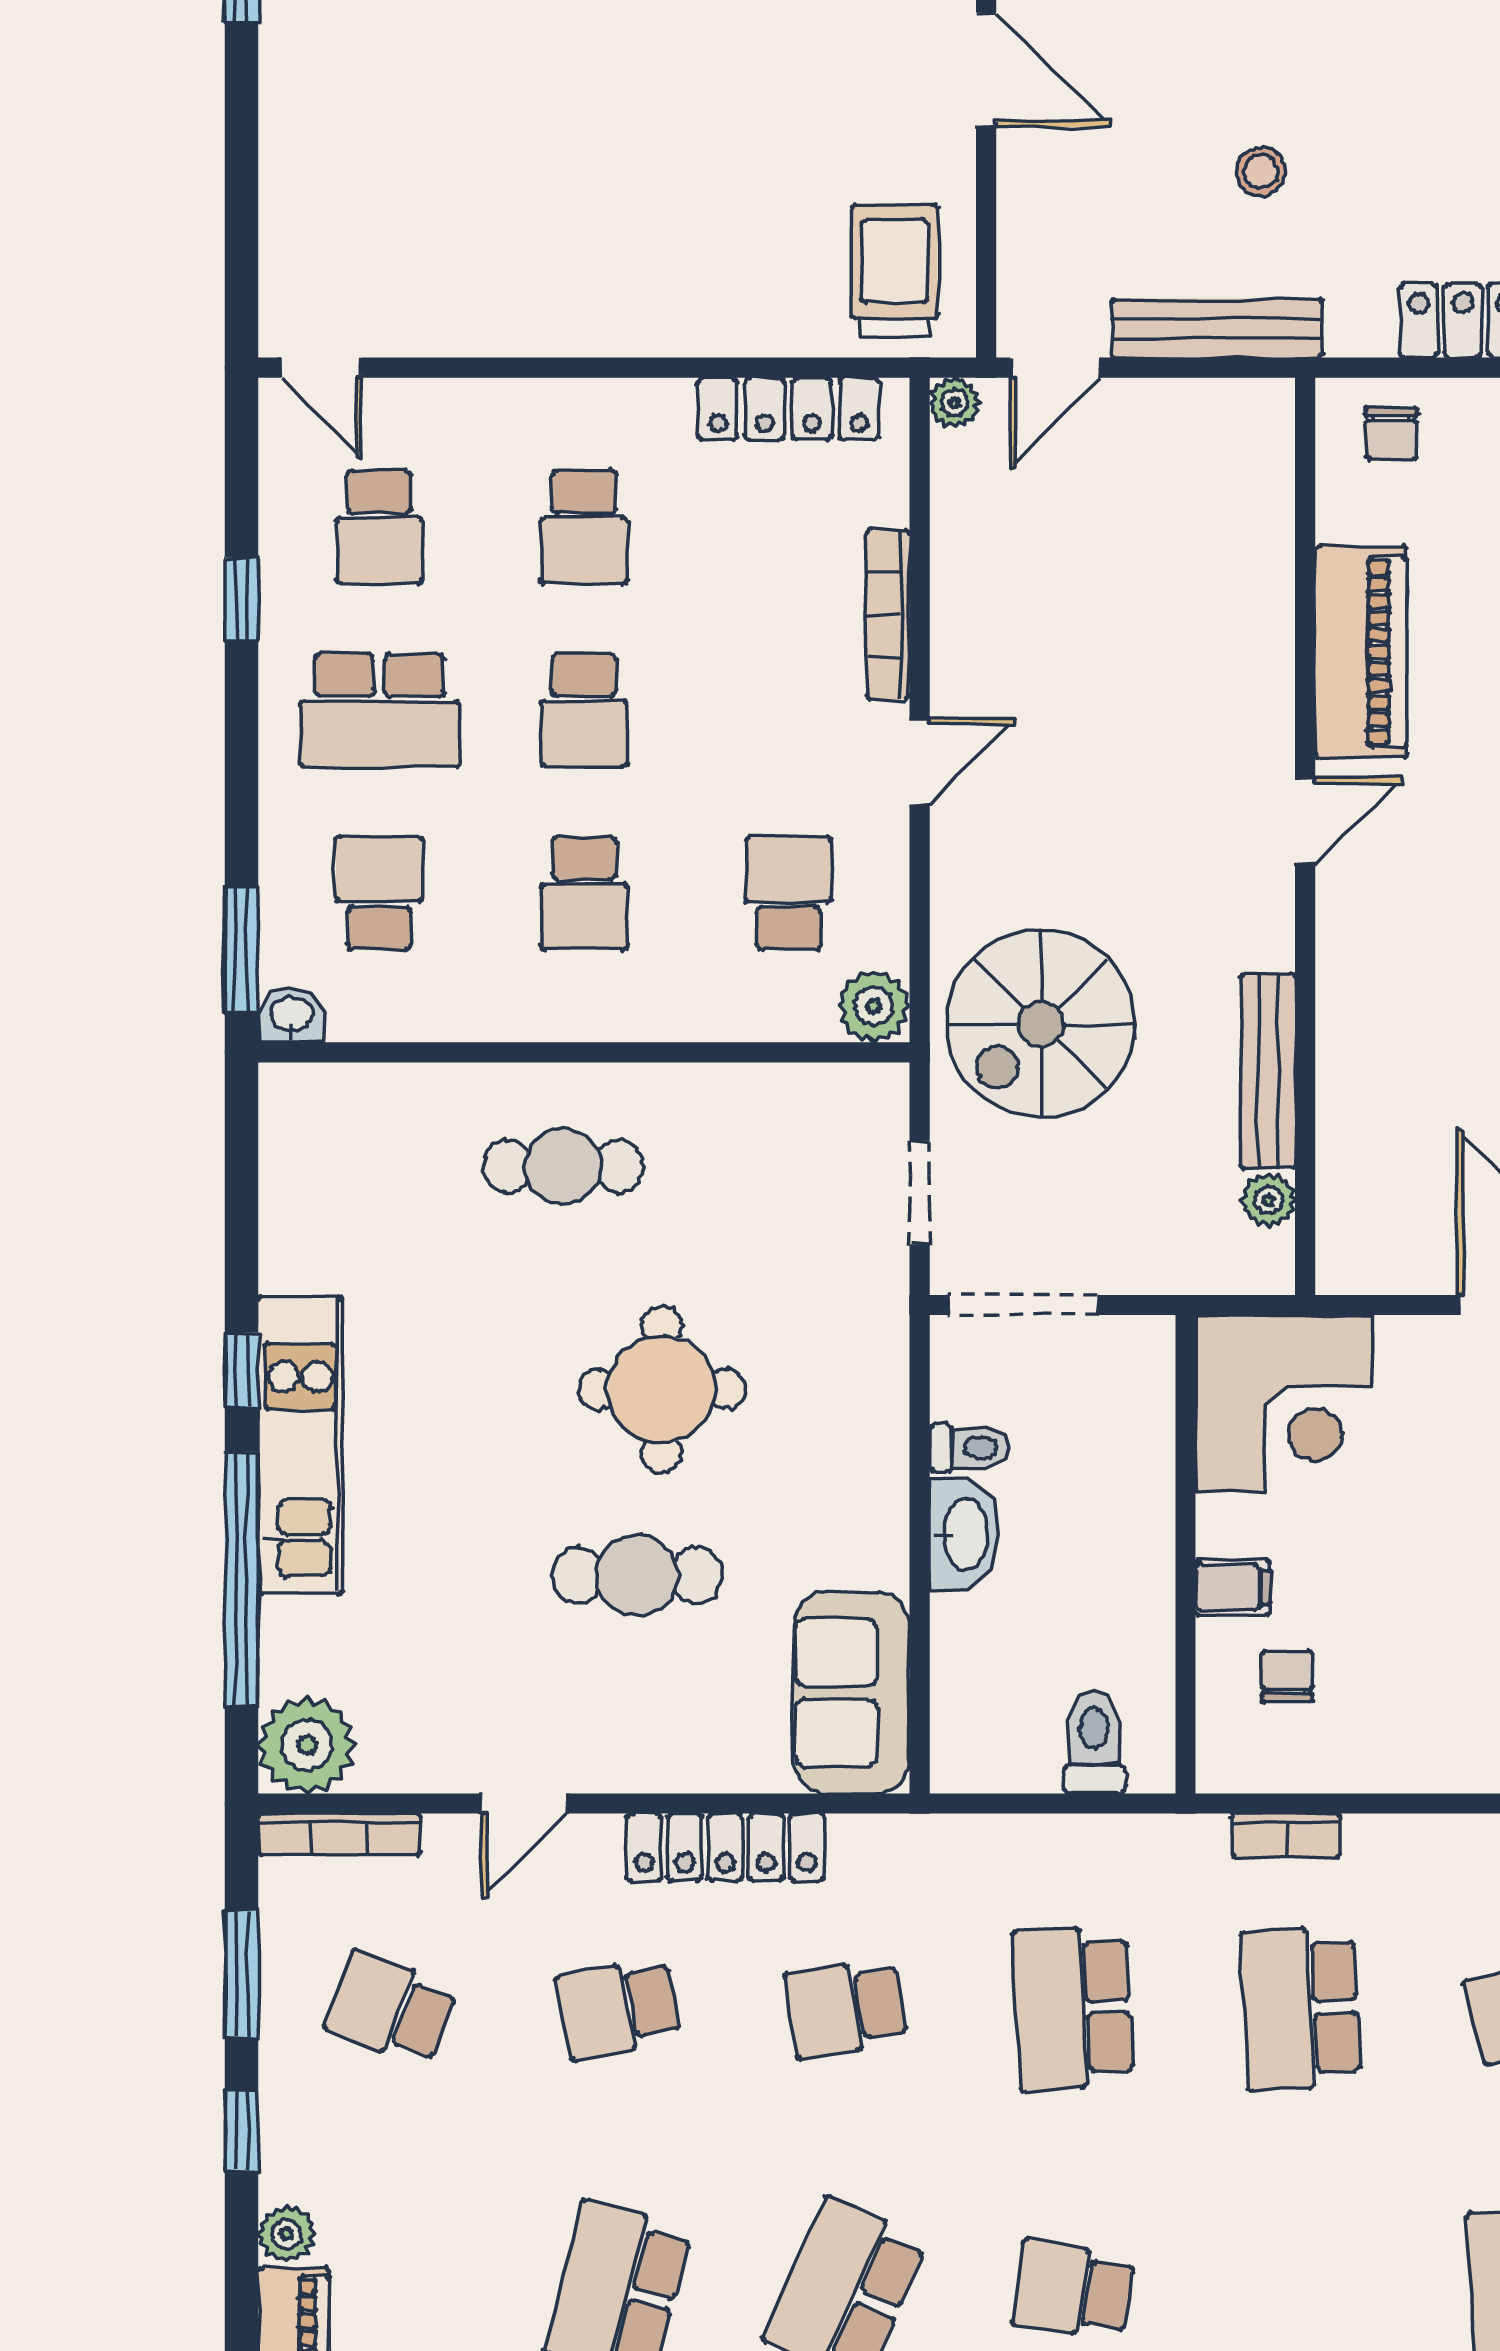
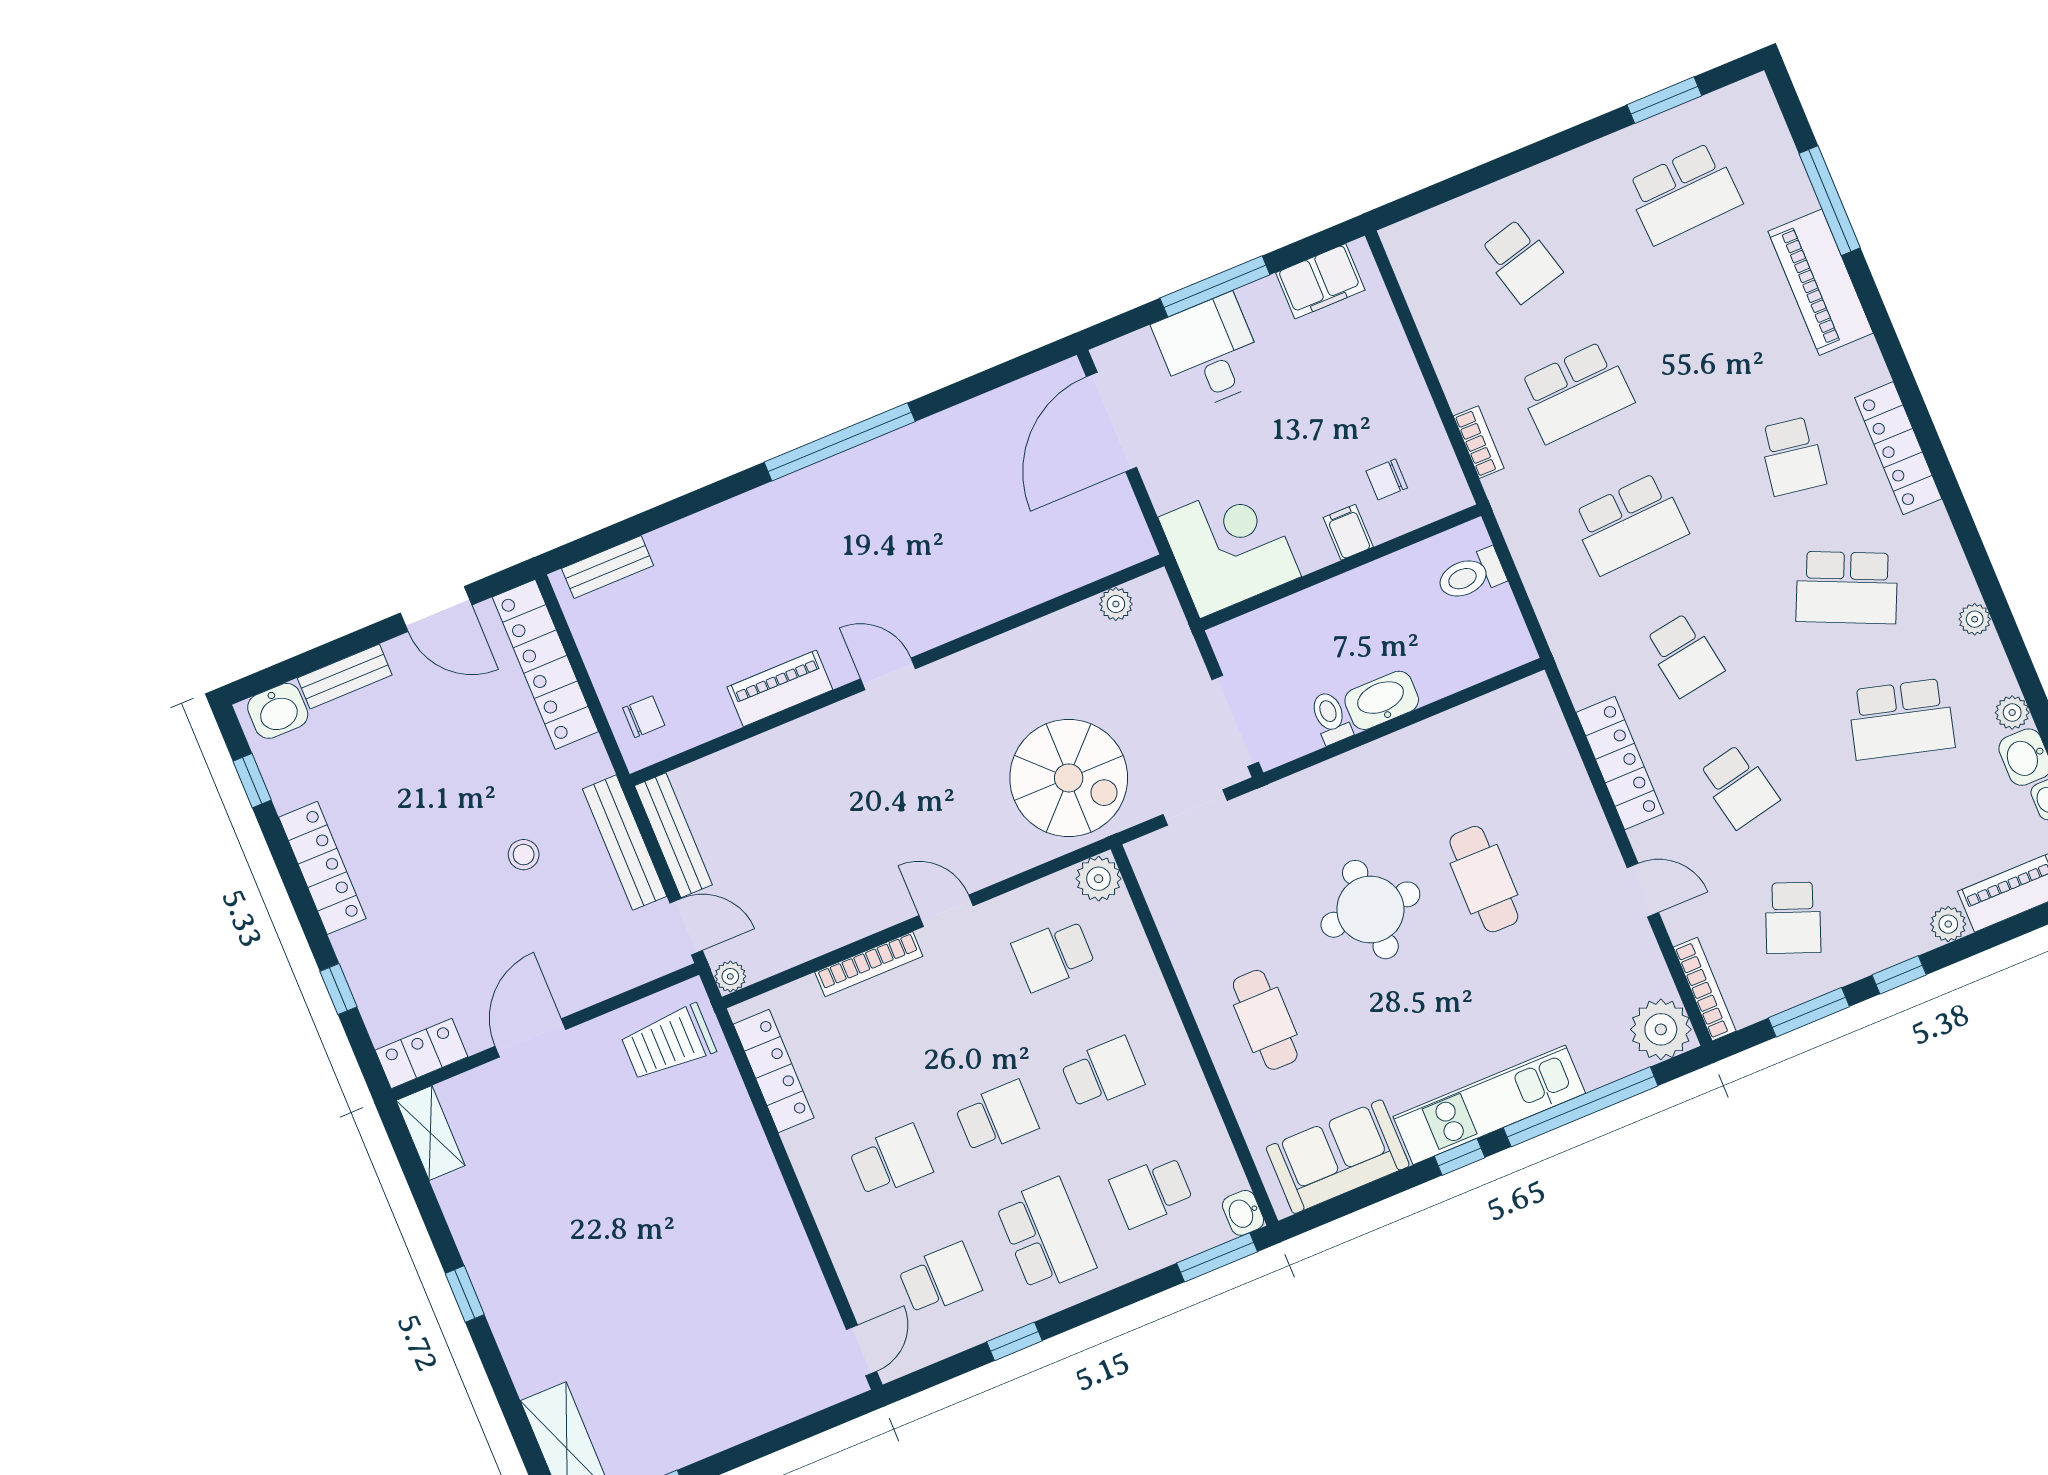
piano: (1361, 652) -> (780, 688), width x0.73, depth x0.75
bench: (1268, 1071) -> (673, 835), moved, turned 90
sofa: (851, 1693) -> (1338, 1157), moved, turned 180

